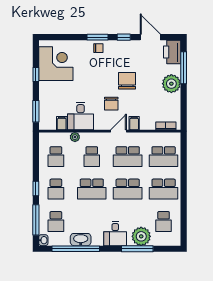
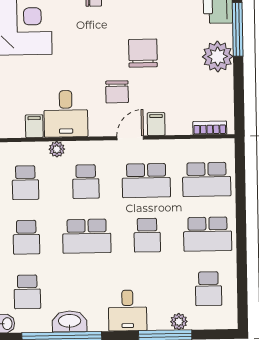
school desk: (128, 189) -> (147, 235), width x0.54
plant: (141, 236) -> (179, 322), width x0.53, depth x0.53

